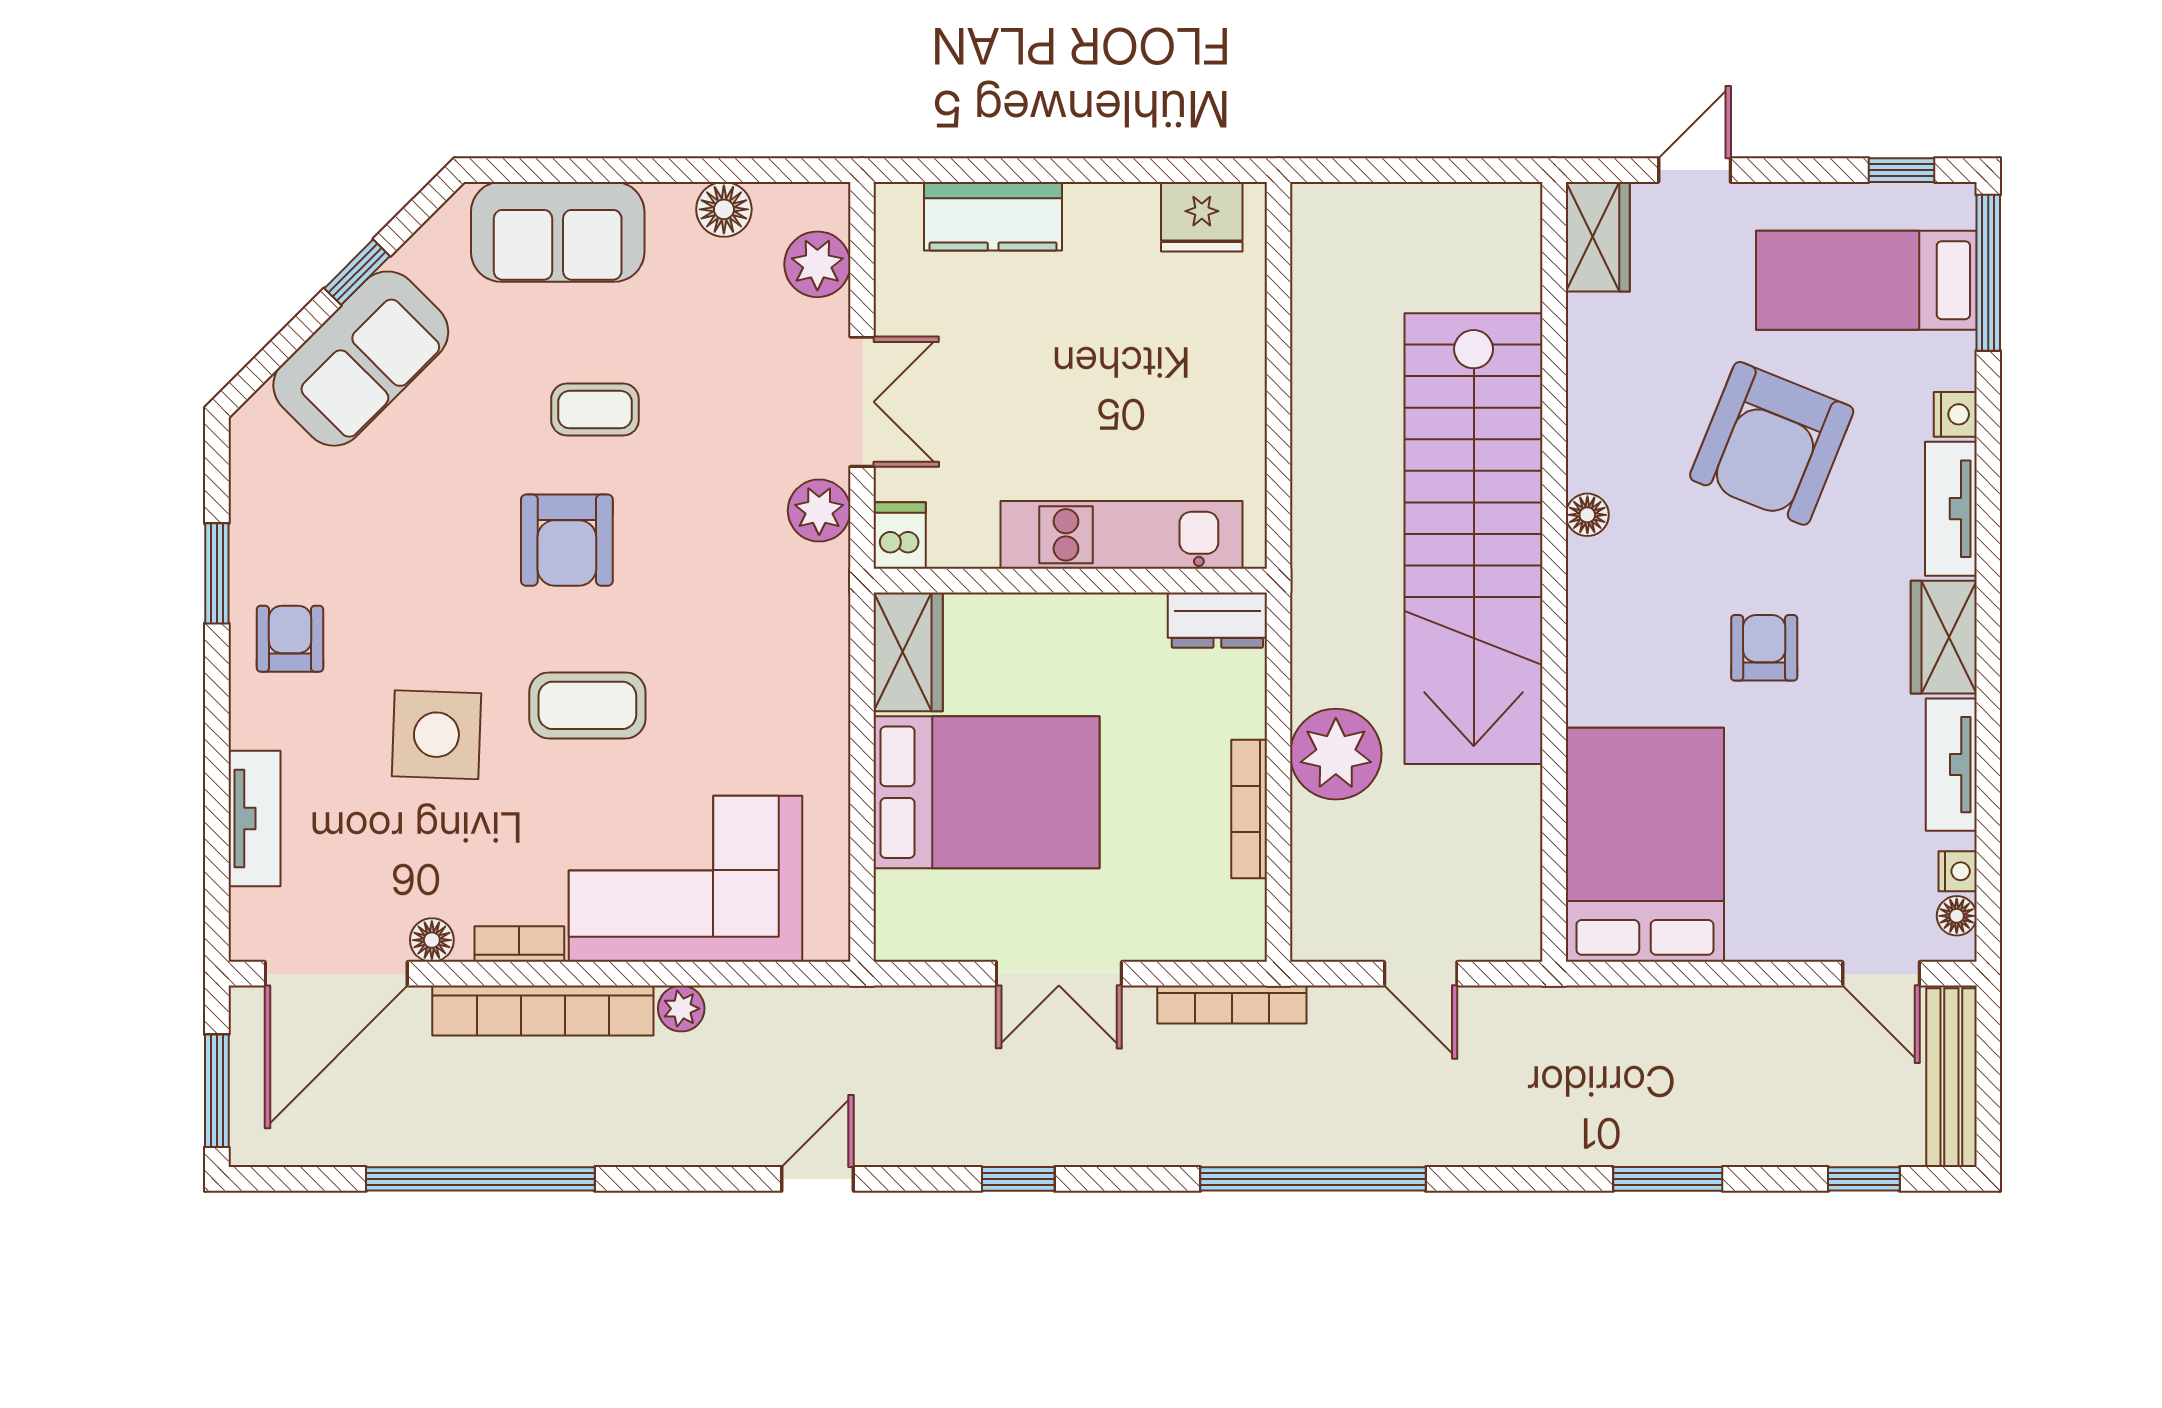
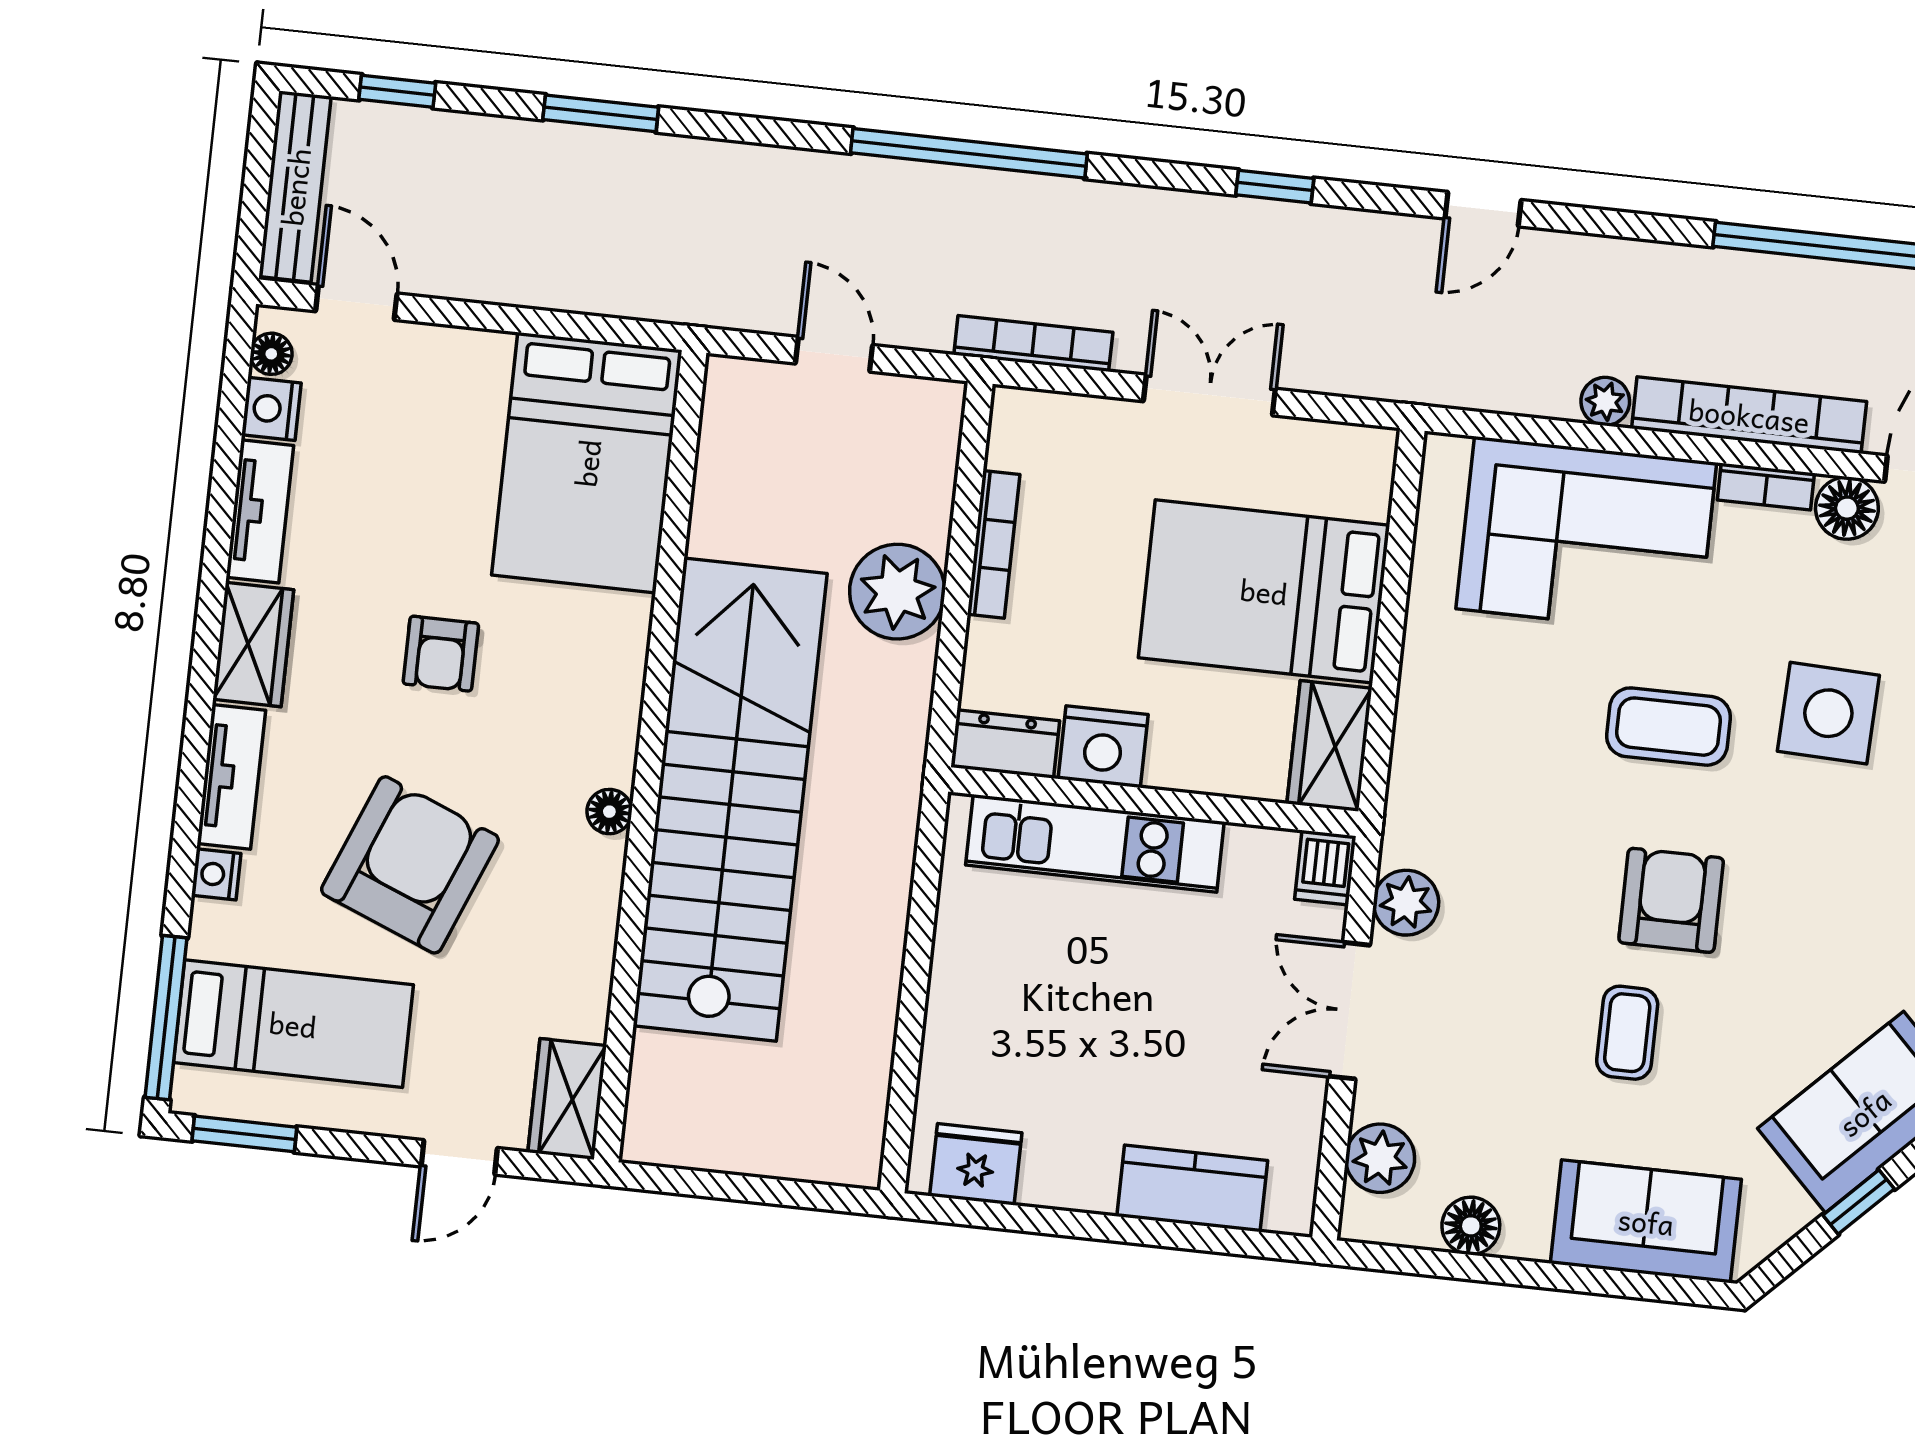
window: (1902, 170) -> (244, 1134), width x1.50
coffee table: (595, 410) -> (1627, 1033), turned 90
nightstand: (1124, 628) -> (1103, 747), added
nightstand: (1958, 871) -> (271, 409), width x1.39, depth x1.35
floor lamp: (432, 940) -> (1847, 508), width x1.37, depth x1.37

